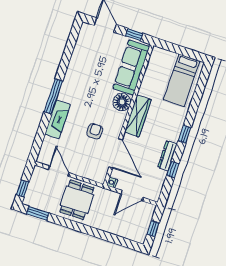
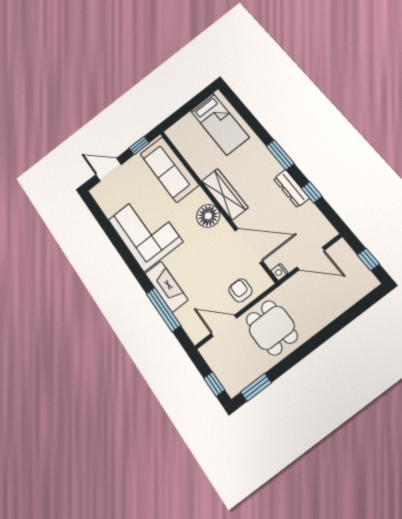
corner sofa: (82, 80) -> (145, 231), added
window: (53, 96) -> (163, 310), moved
floor lamp: (122, 102) -> (208, 216), moved
armchair: (95, 131) -> (240, 290), moved
window: (185, 134) -> (280, 155), width x1.50
door: (132, 196) -> (311, 259), hinge flipped

